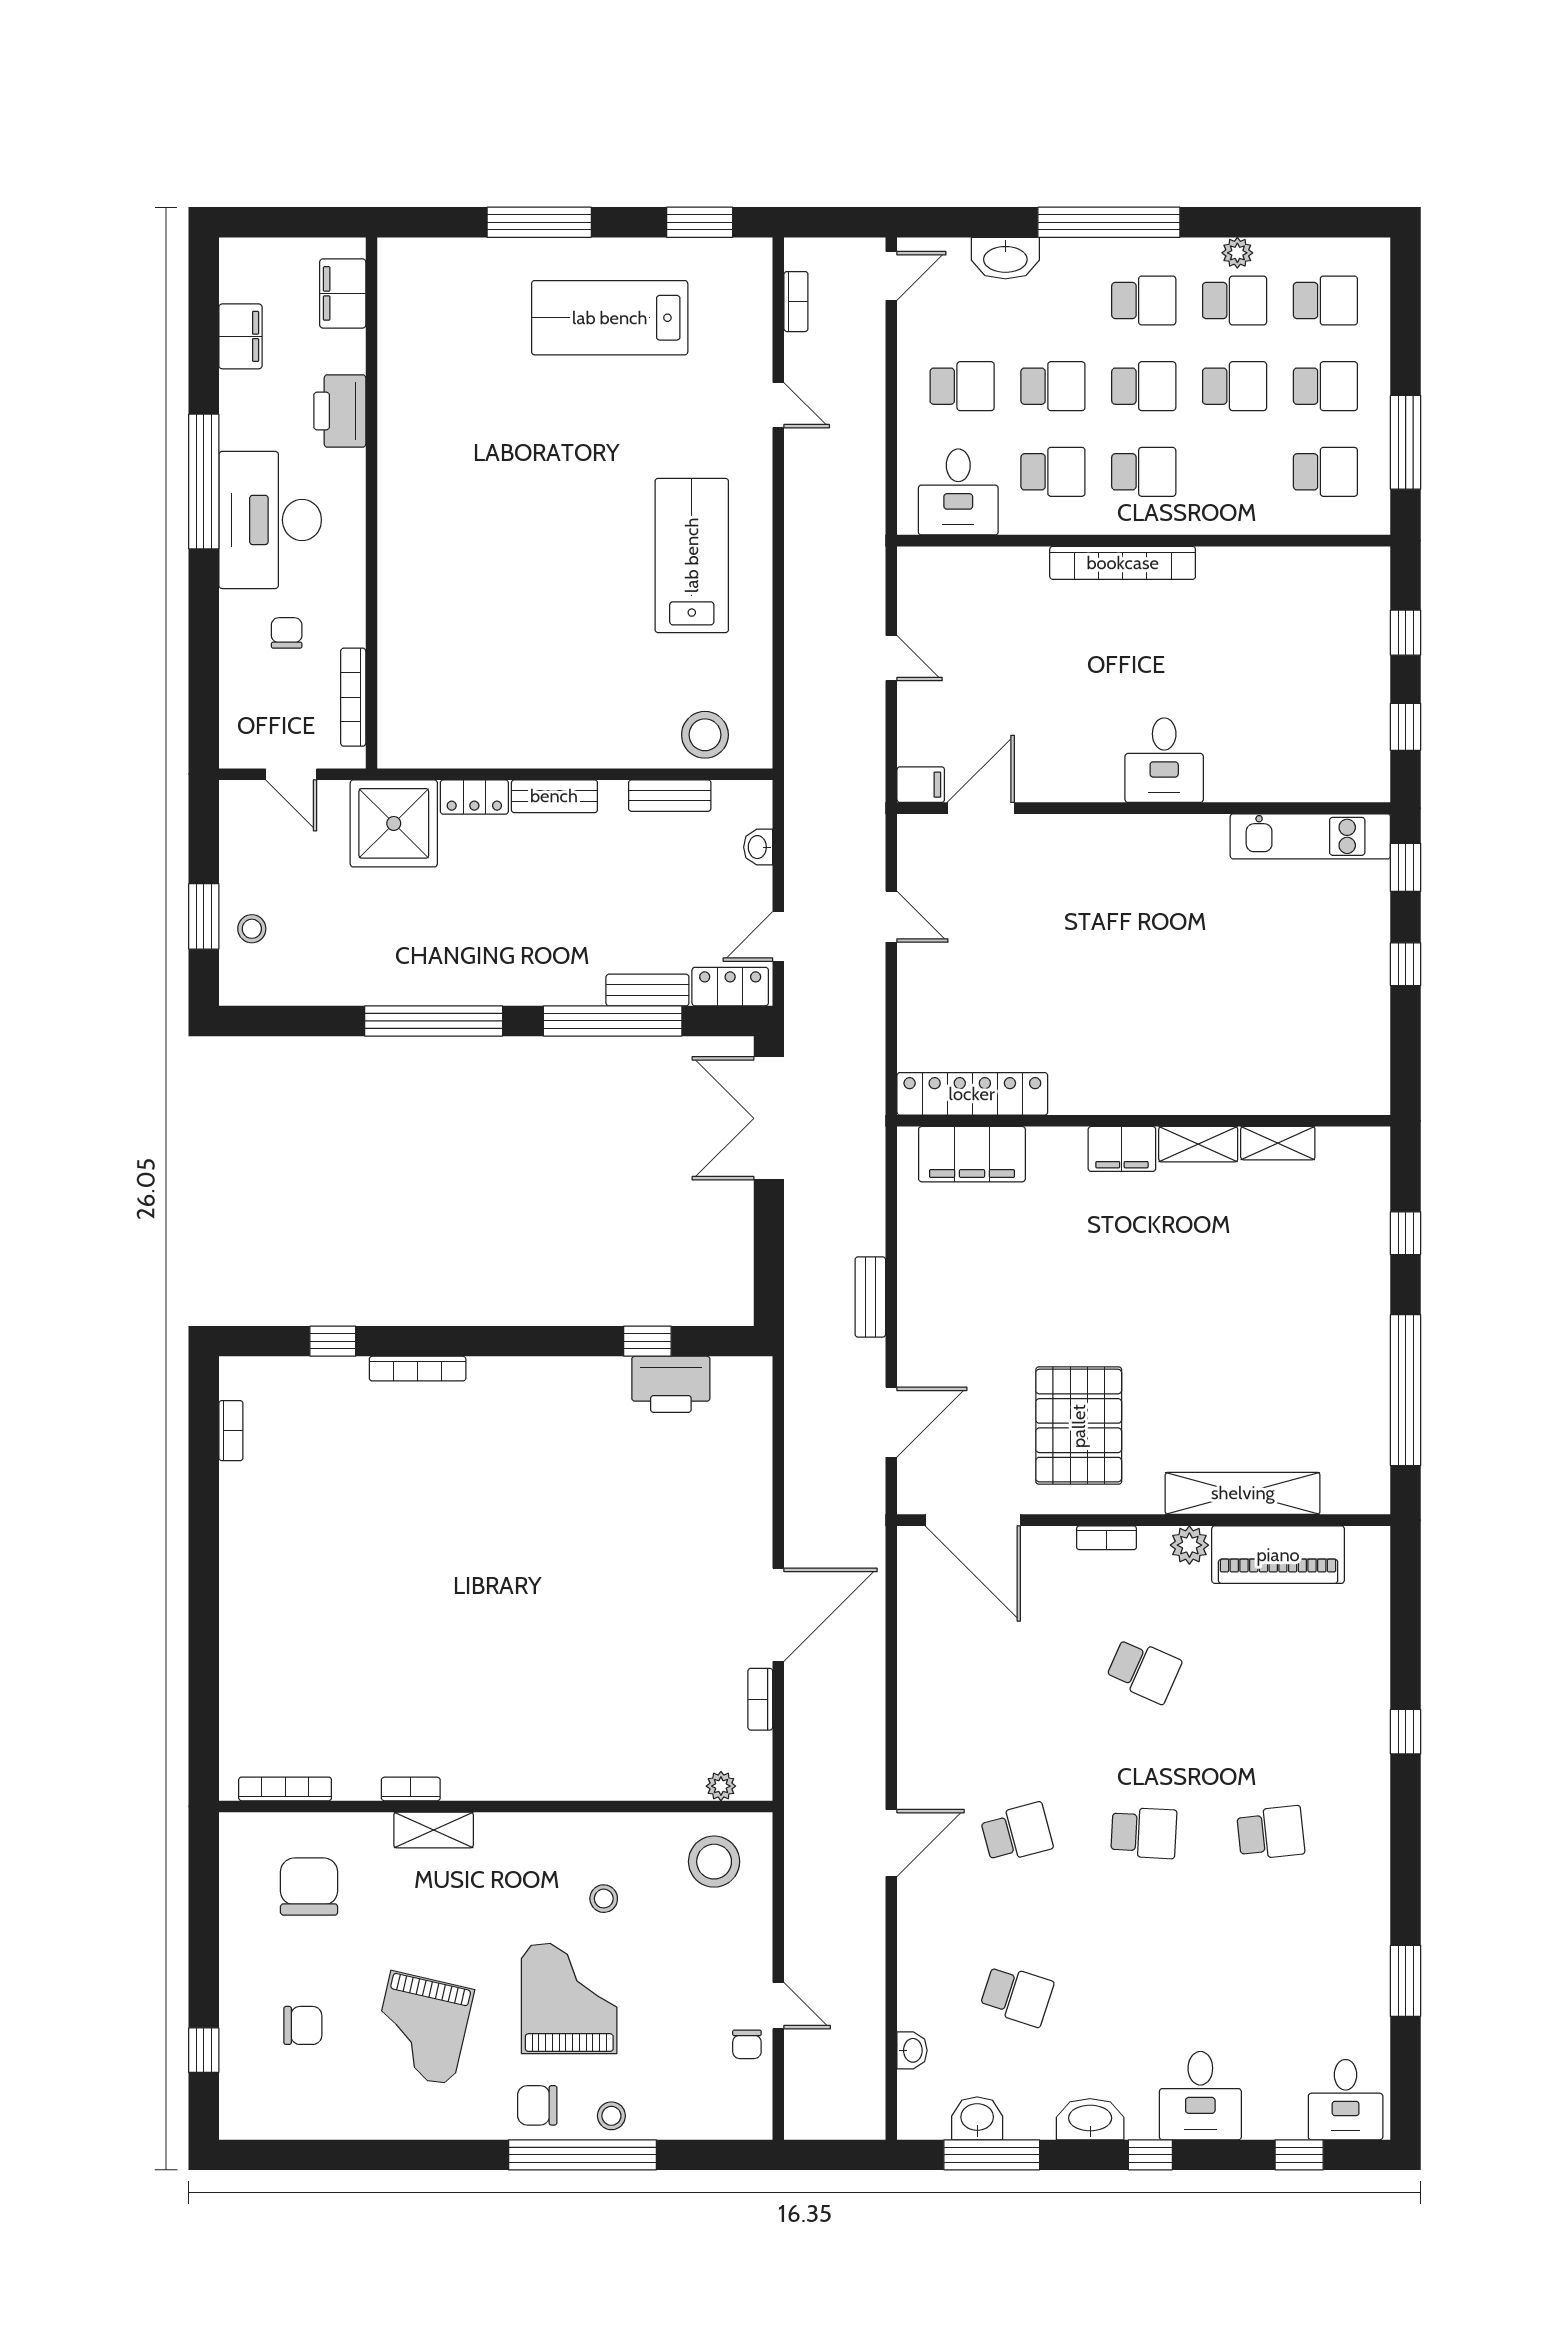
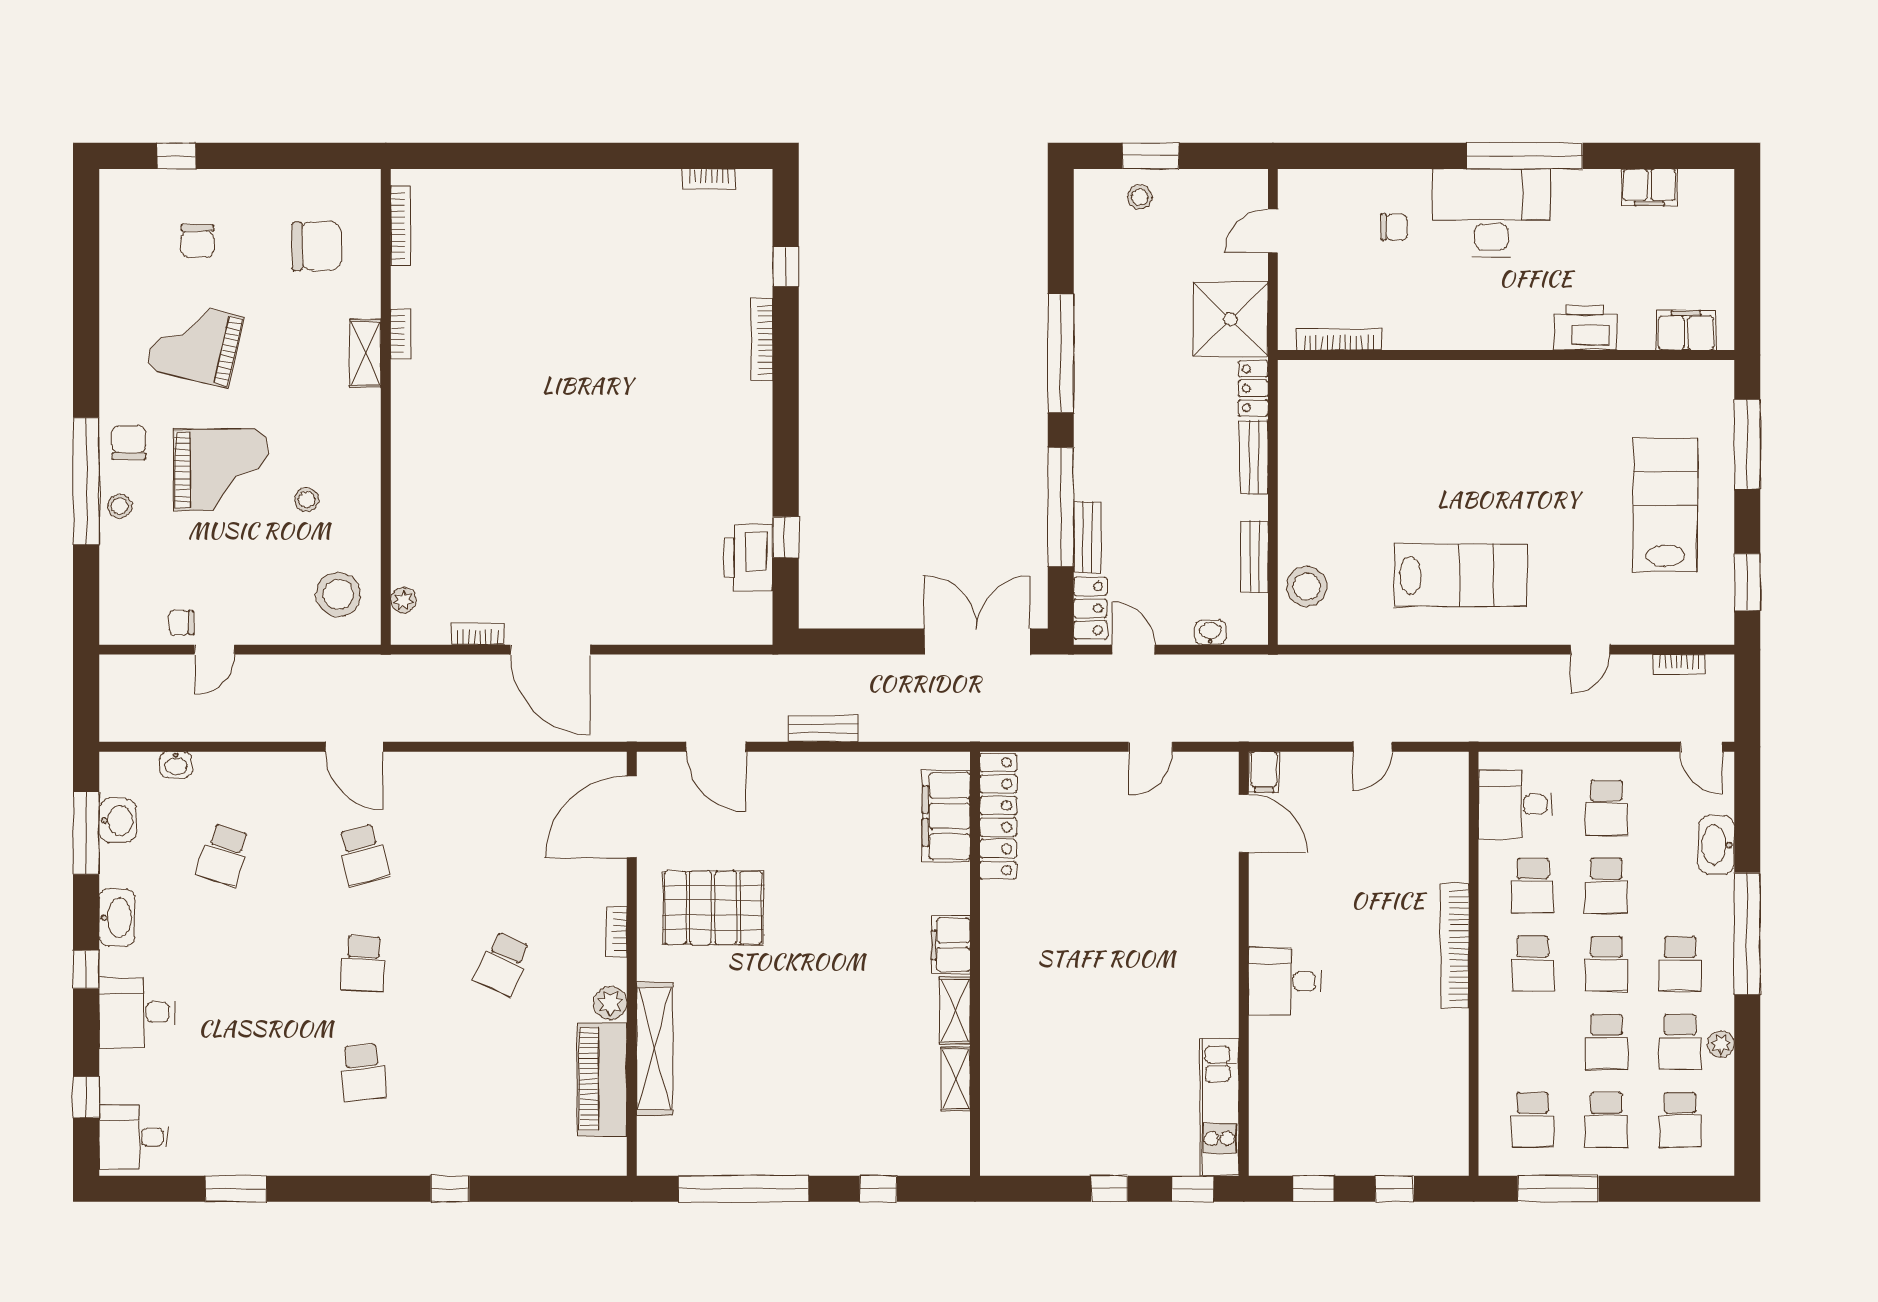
filing cabinet: (343, 293) -> (1686, 330), moved
printer: (340, 411) -> (1585, 328), moved
wall: (371, 503) -> (1506, 355), moved
bookcase: (353, 697) -> (1339, 339), moved

